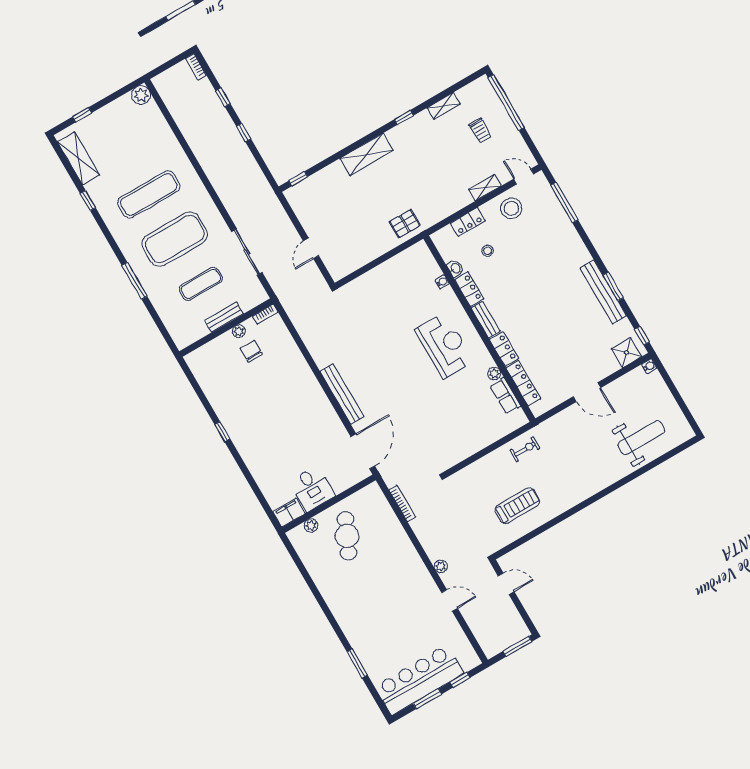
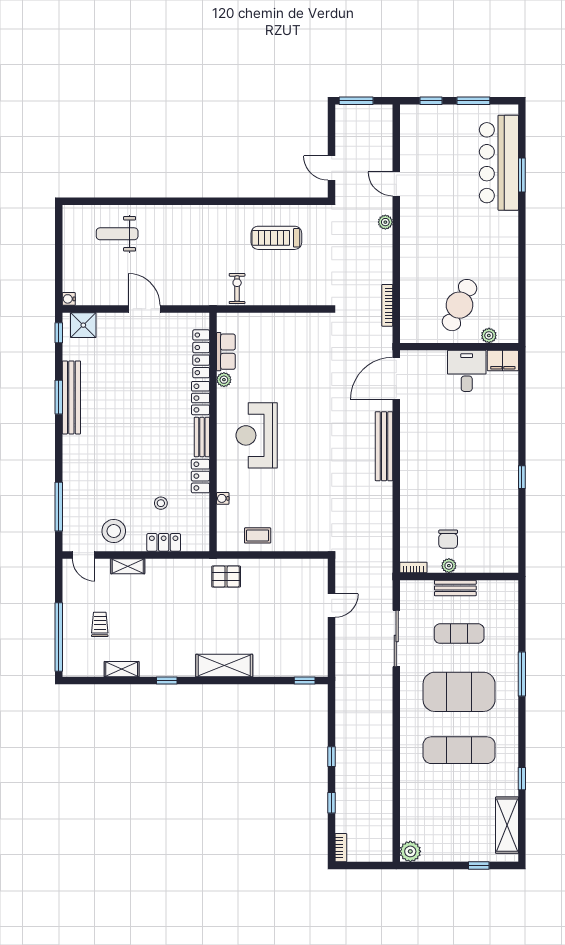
washbasin: (455, 268) -> (202, 504), removed
coffee table: (399, 269) -> (258, 535), added
weight bench: (641, 438) -> (117, 234), width x0.73, depth x0.75
exercise bike: (525, 449) -> (237, 289), turned 90
bar counter: (419, 680) -> (499, 163), moved, turned 90

